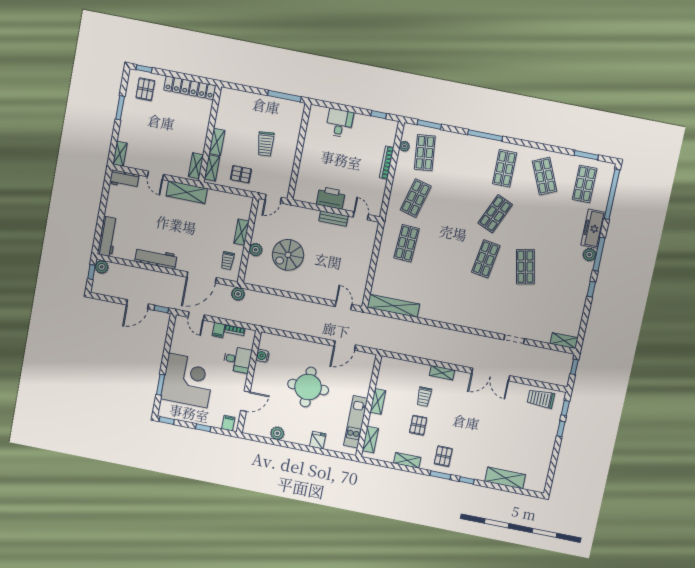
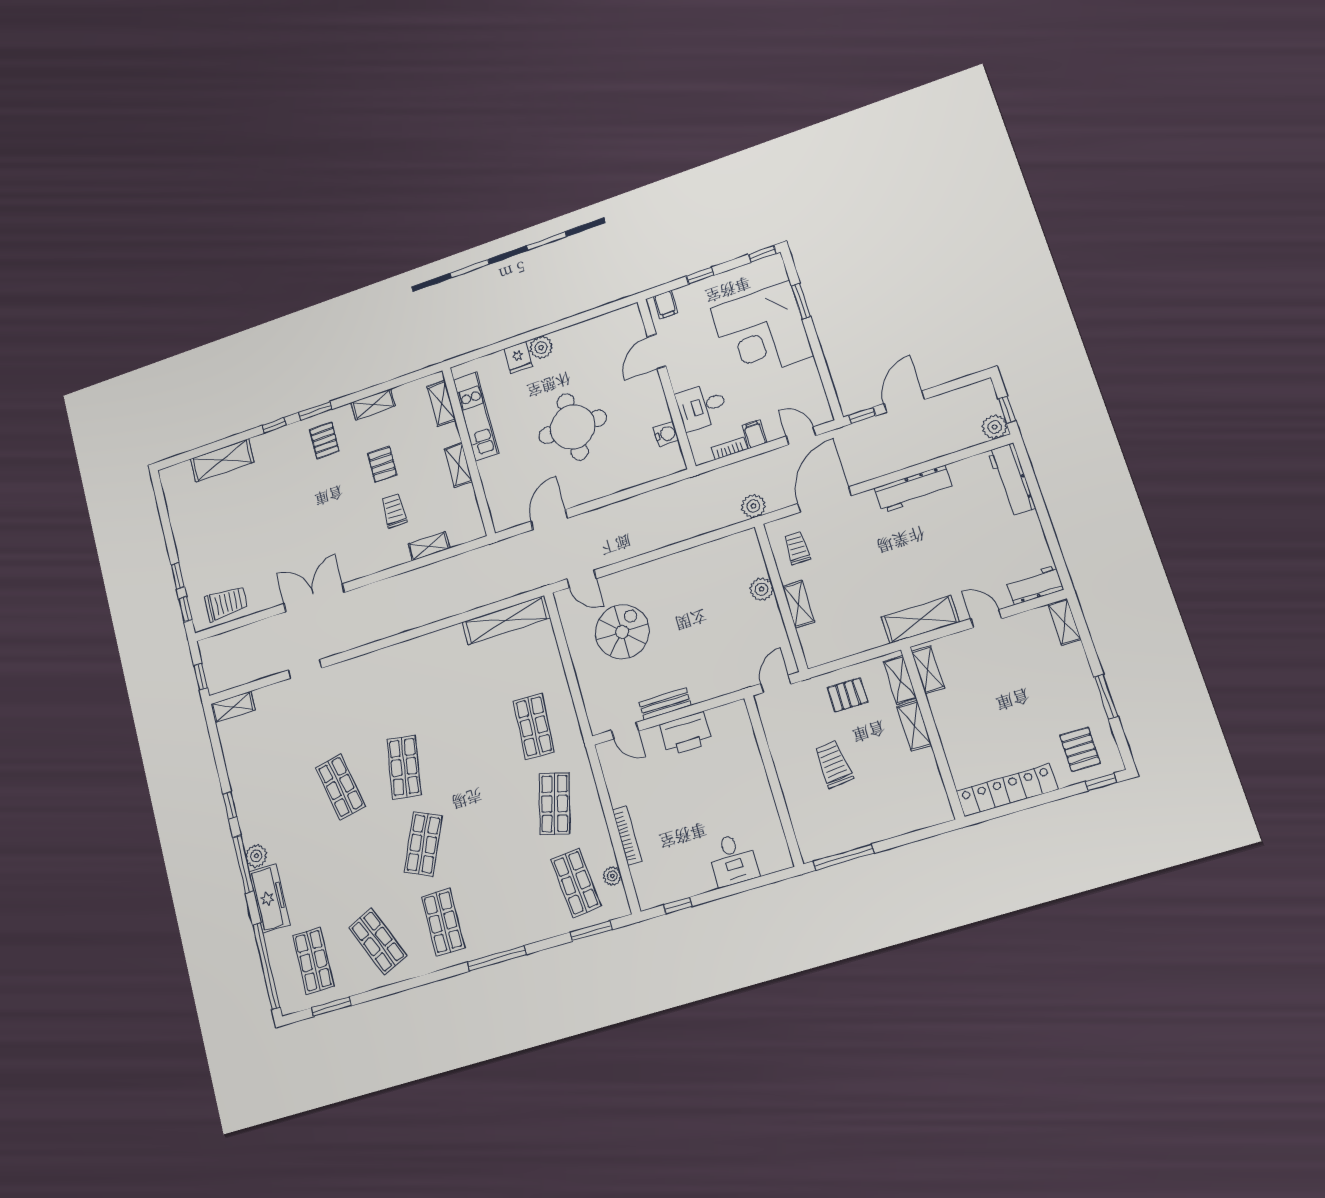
spiral stairs: (288, 255) -> (622, 632), moved
shelving: (442, 373) -> (429, 546), moved
plant: (277, 433) -> (541, 347), moved

